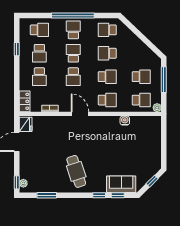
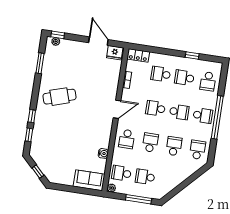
school desk: (107, 77) -> (150, 143), turned 180
school desk: (141, 77) -> (145, 177), turned 90
school desk: (141, 100) -> (121, 173), turned 90
sofa: (121, 184) -> (89, 180), moved, turned -90

